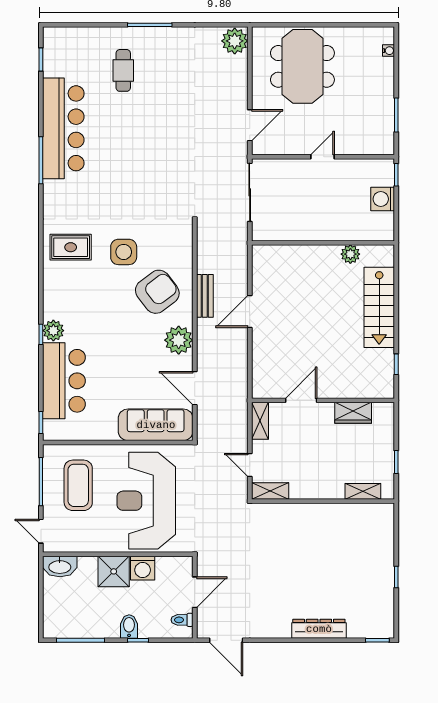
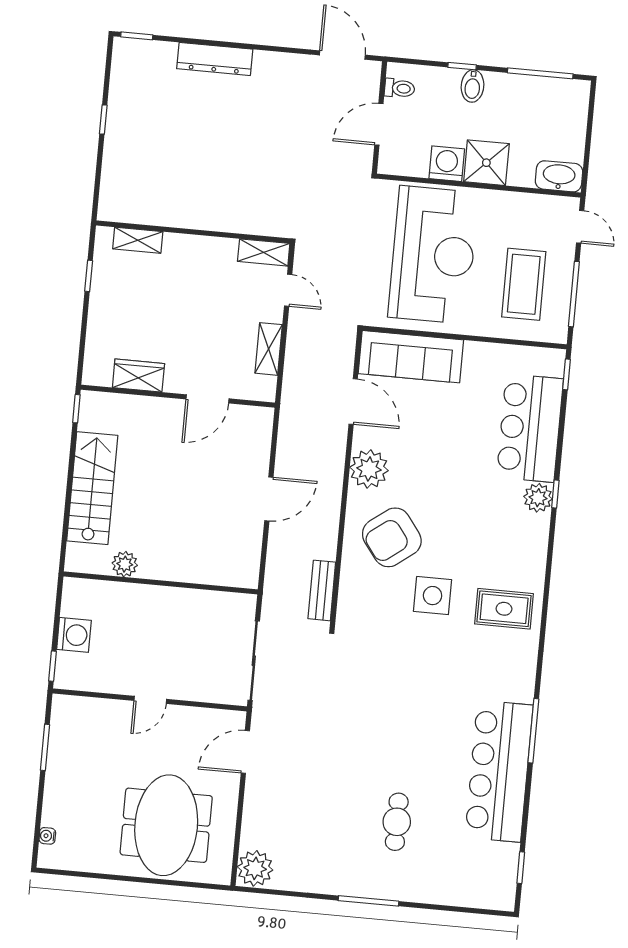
cafe table: (123, 70) -> (397, 822), moved
bench: (205, 296) -> (322, 590), moved
door: (301, 400) -> (207, 399), moved
wall: (323, 400) -> (178, 396), moved
wardrobe: (353, 413) -> (138, 376), moved

